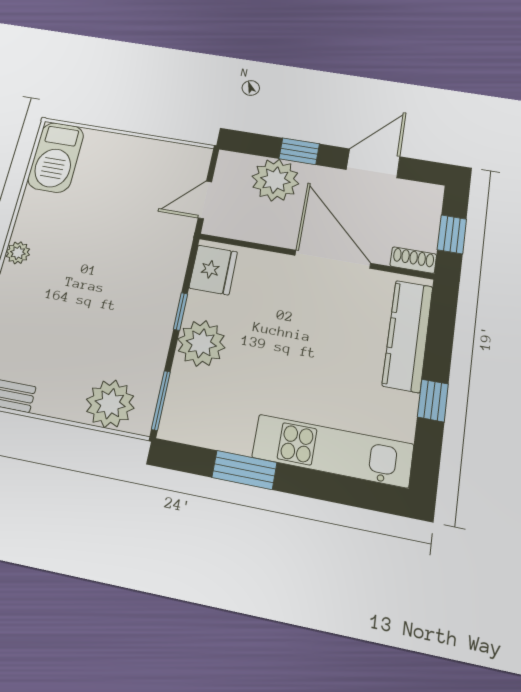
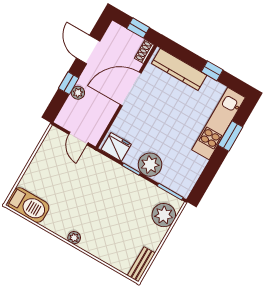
plant: (275, 180) -> (78, 93), width x0.53, depth x0.53
window: (244, 470) -> (230, 136), moved

